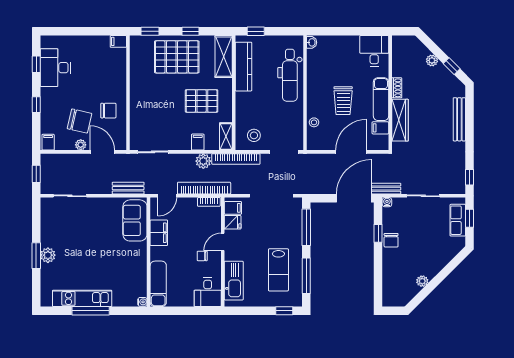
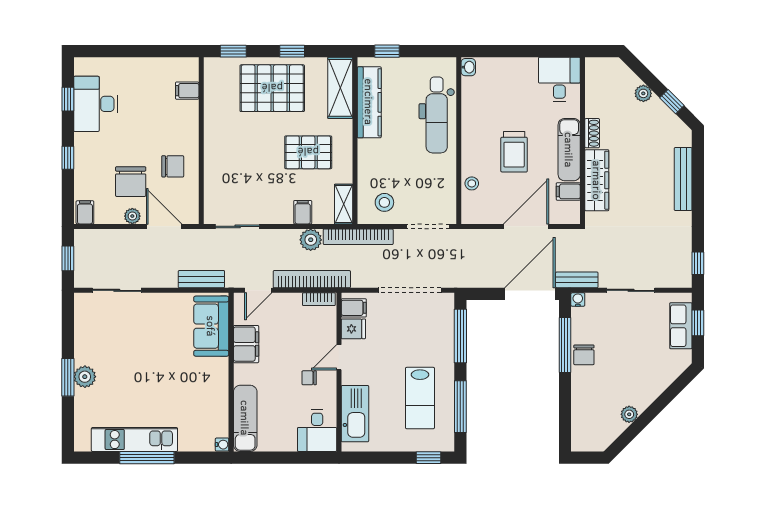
filing cabinet: (118, 41) -> (187, 91), moved
chair: (79, 121) -> (131, 182), turned 77
window: (378, 233) -> (565, 345), width x2.17

